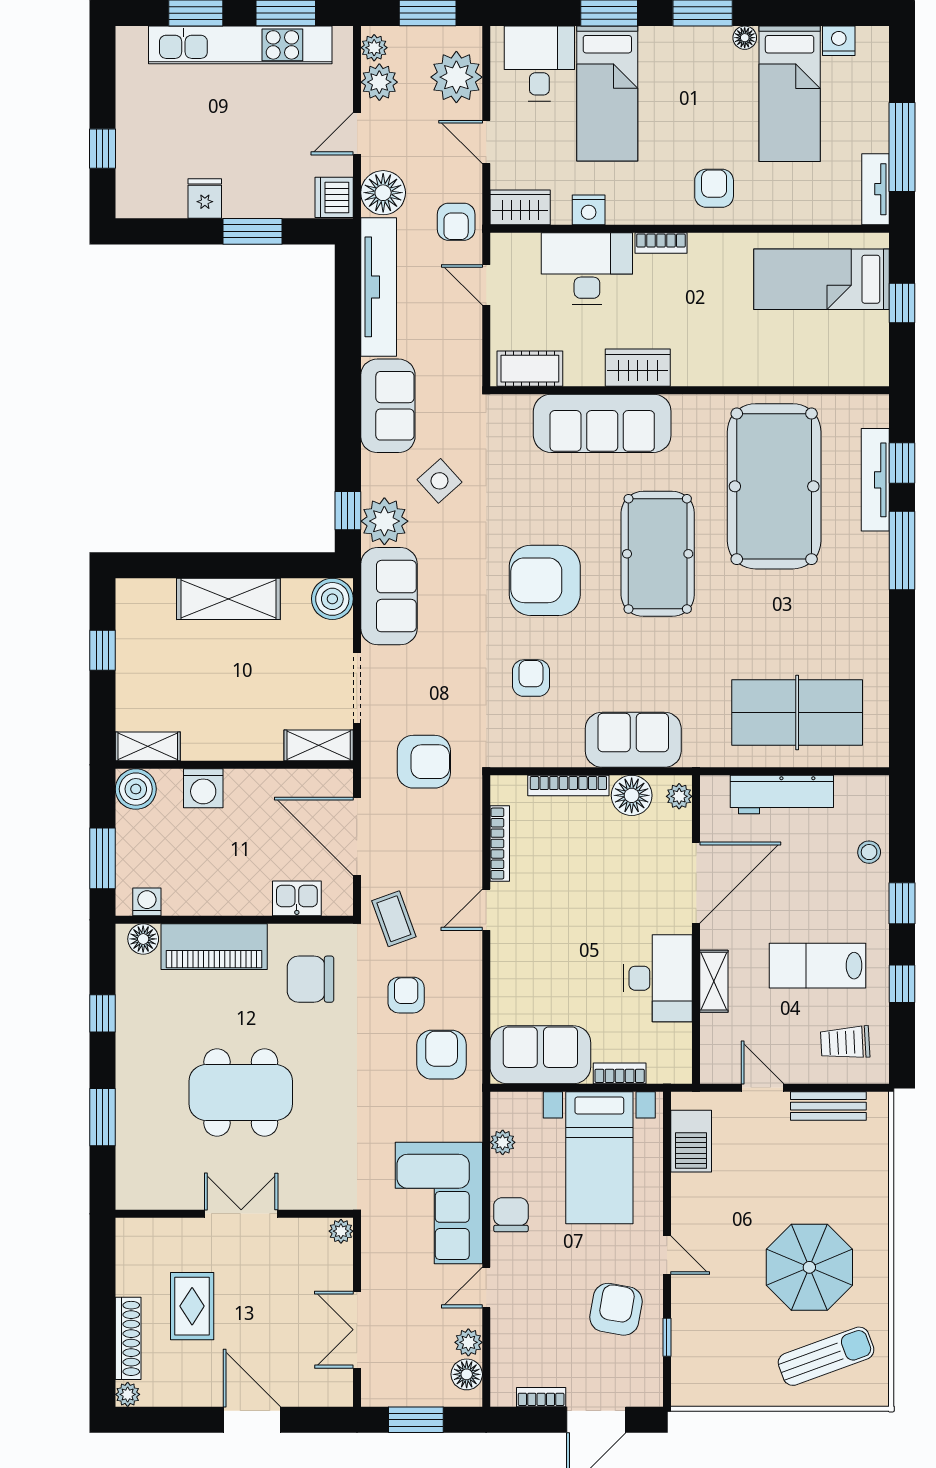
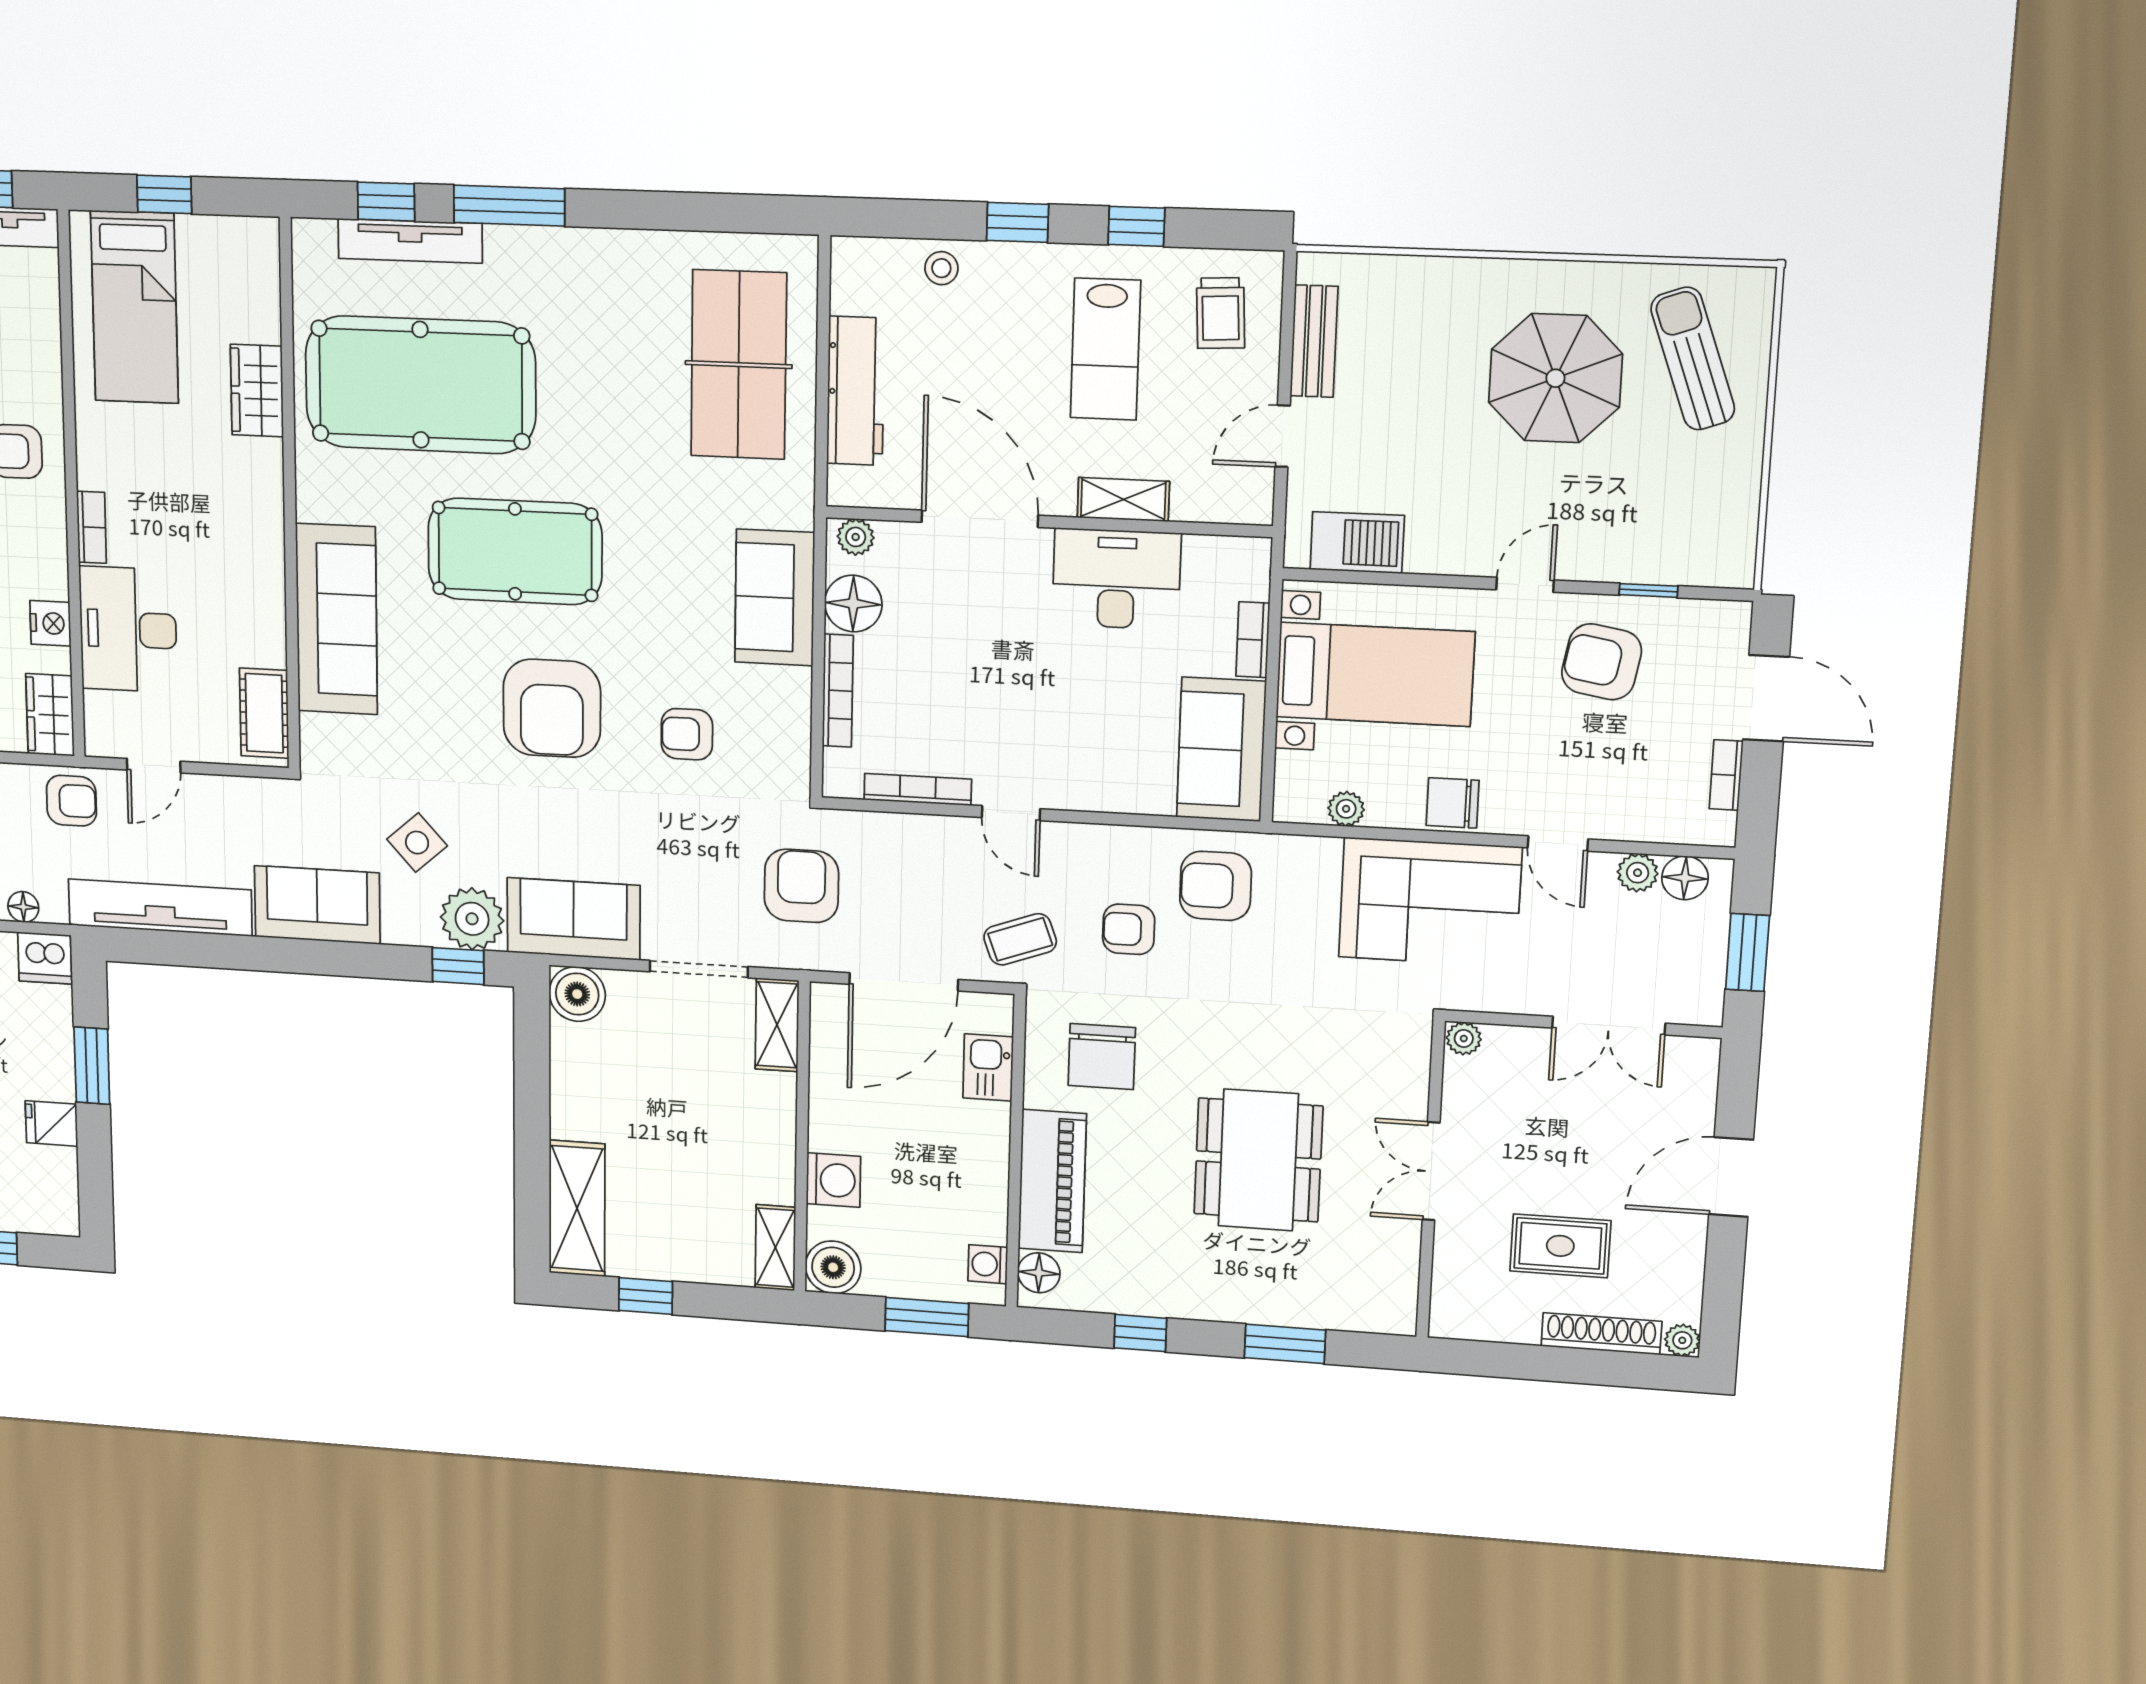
floor lamp: (383, 193) -> (23, 907), width x0.53, depth x0.53
wardrobe: (638, 368) -> (257, 391), moved
shelving: (228, 599) -> (577, 1208), moved

